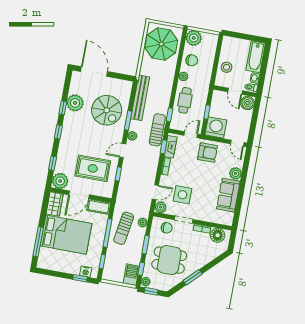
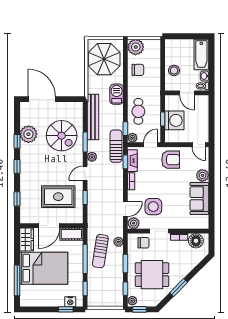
plant: (183, 76) -> (132, 138), moved
boiler: (248, 103) -> (202, 102), removed
washing machine: (216, 127) -> (174, 120), moved, turned 90
plant: (60, 181) -> (28, 215), removed
barbecue: (131, 275) -> (117, 94), moved

